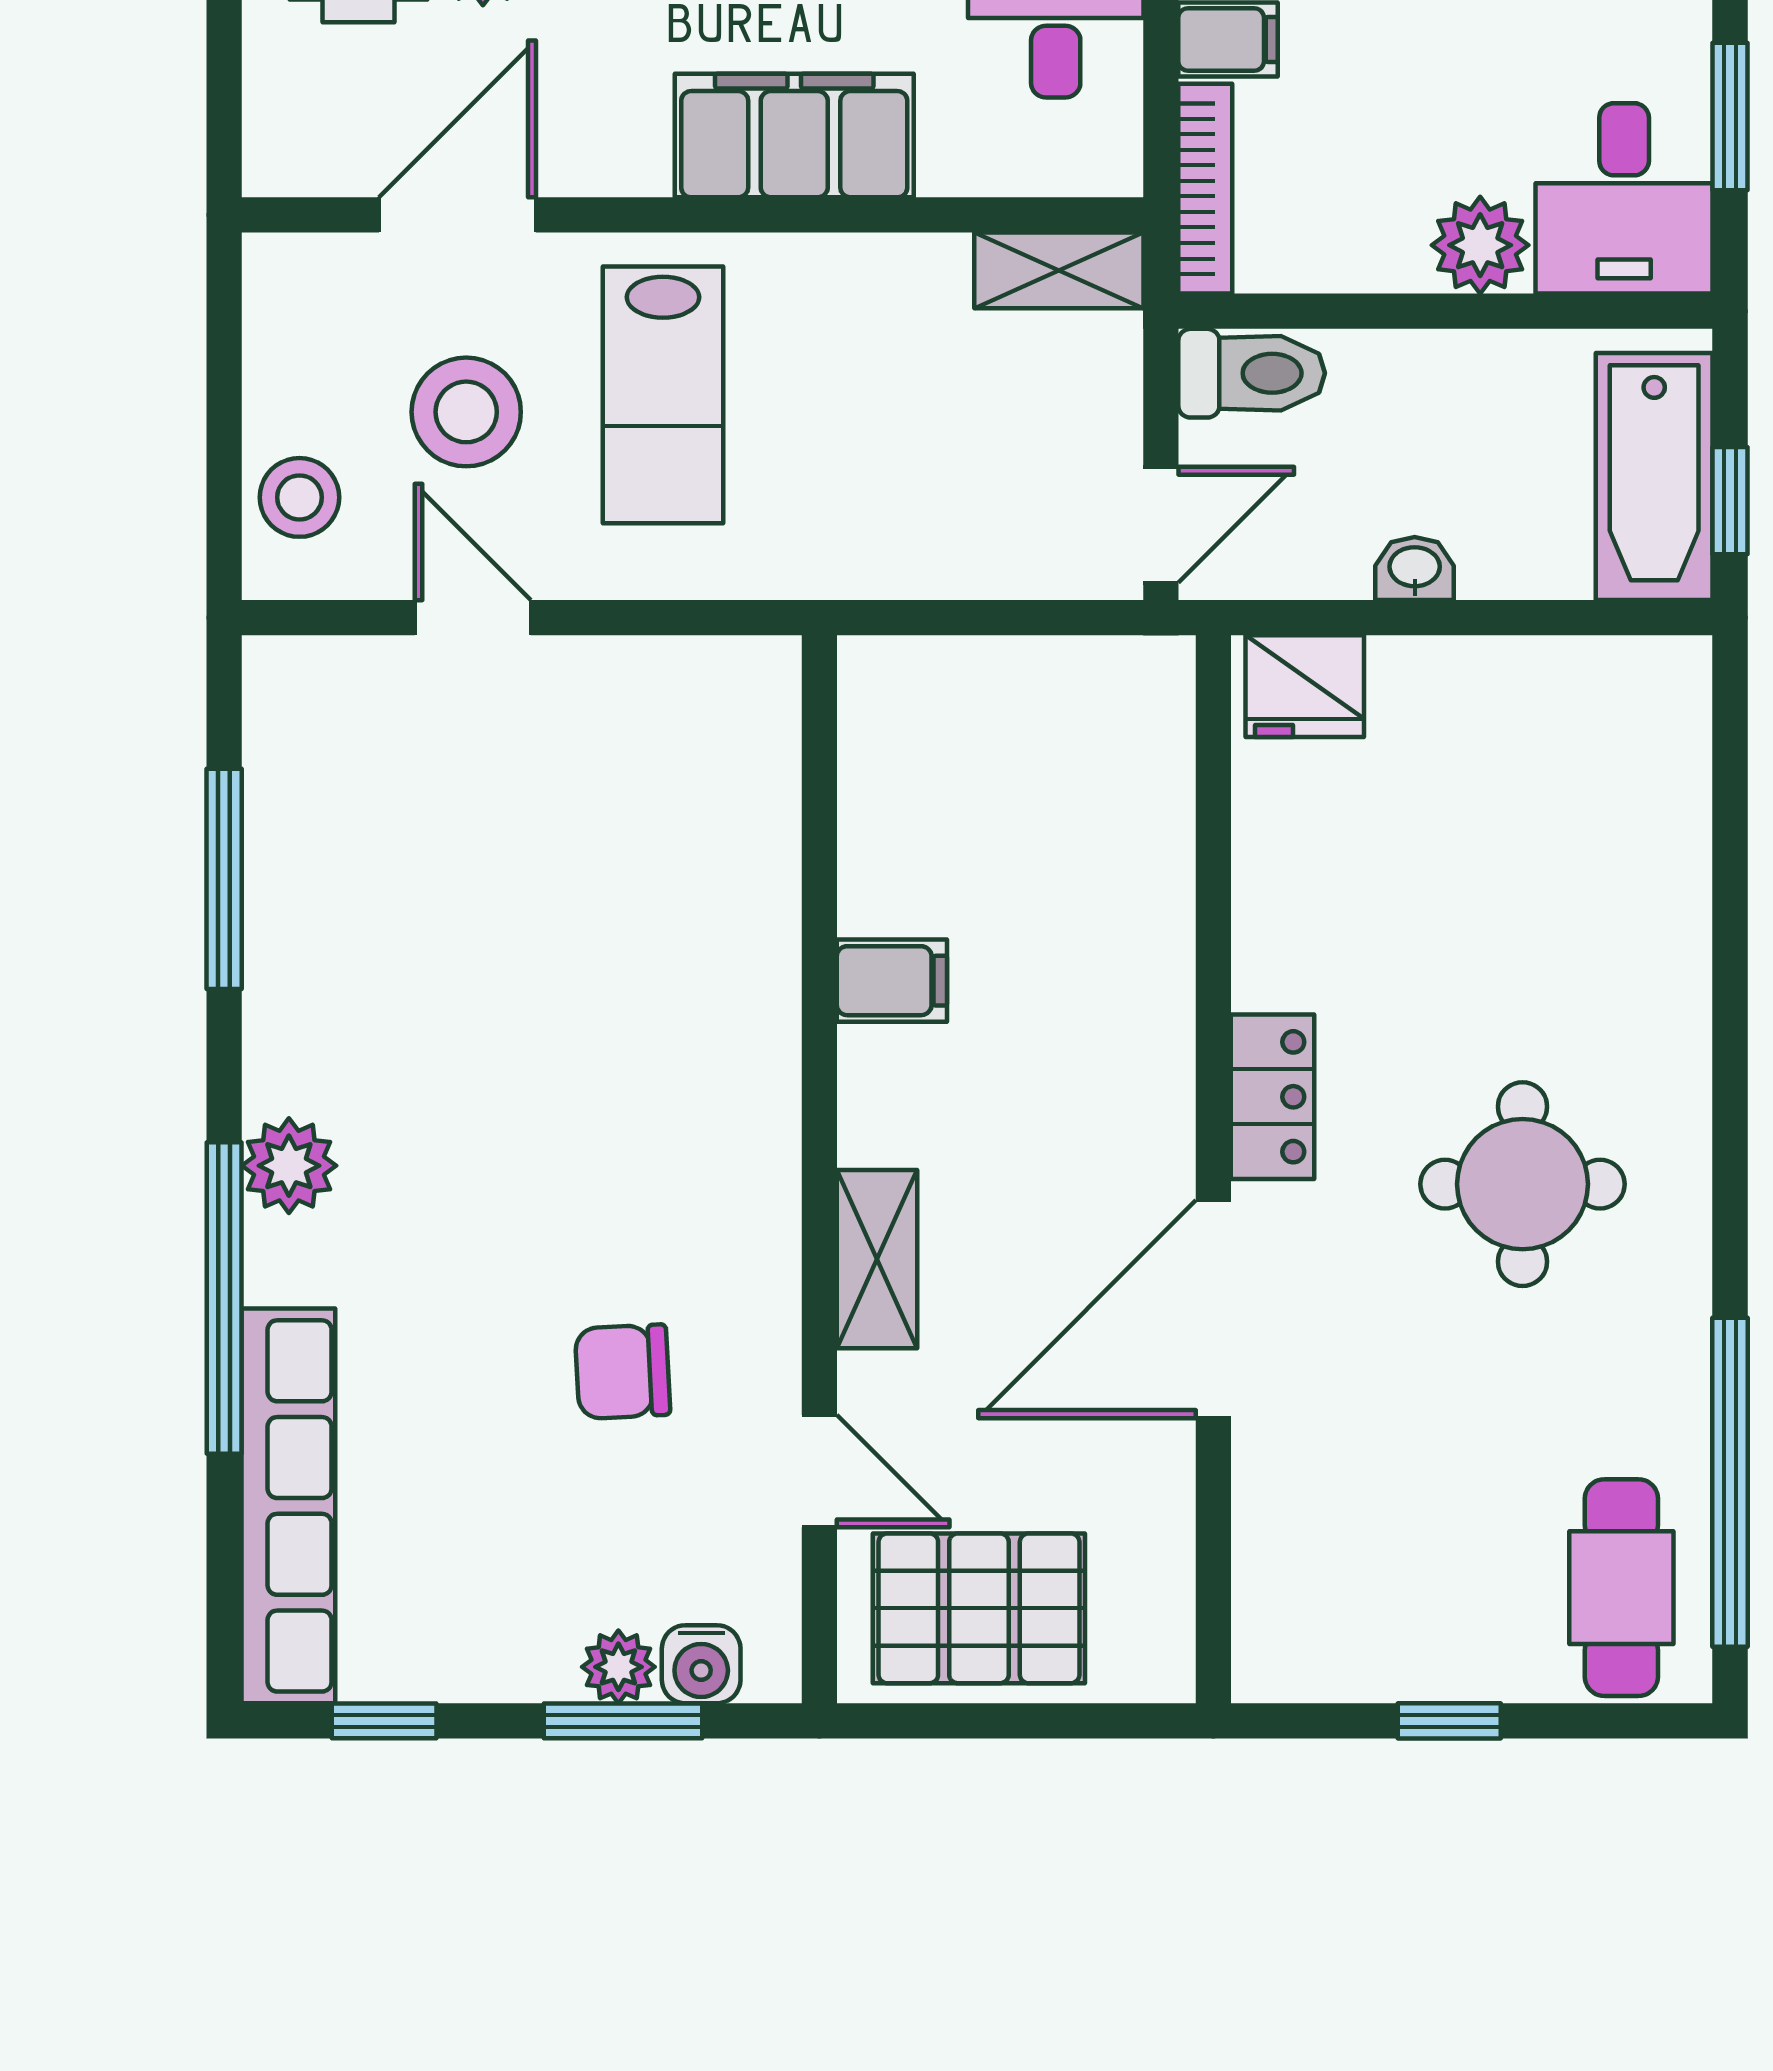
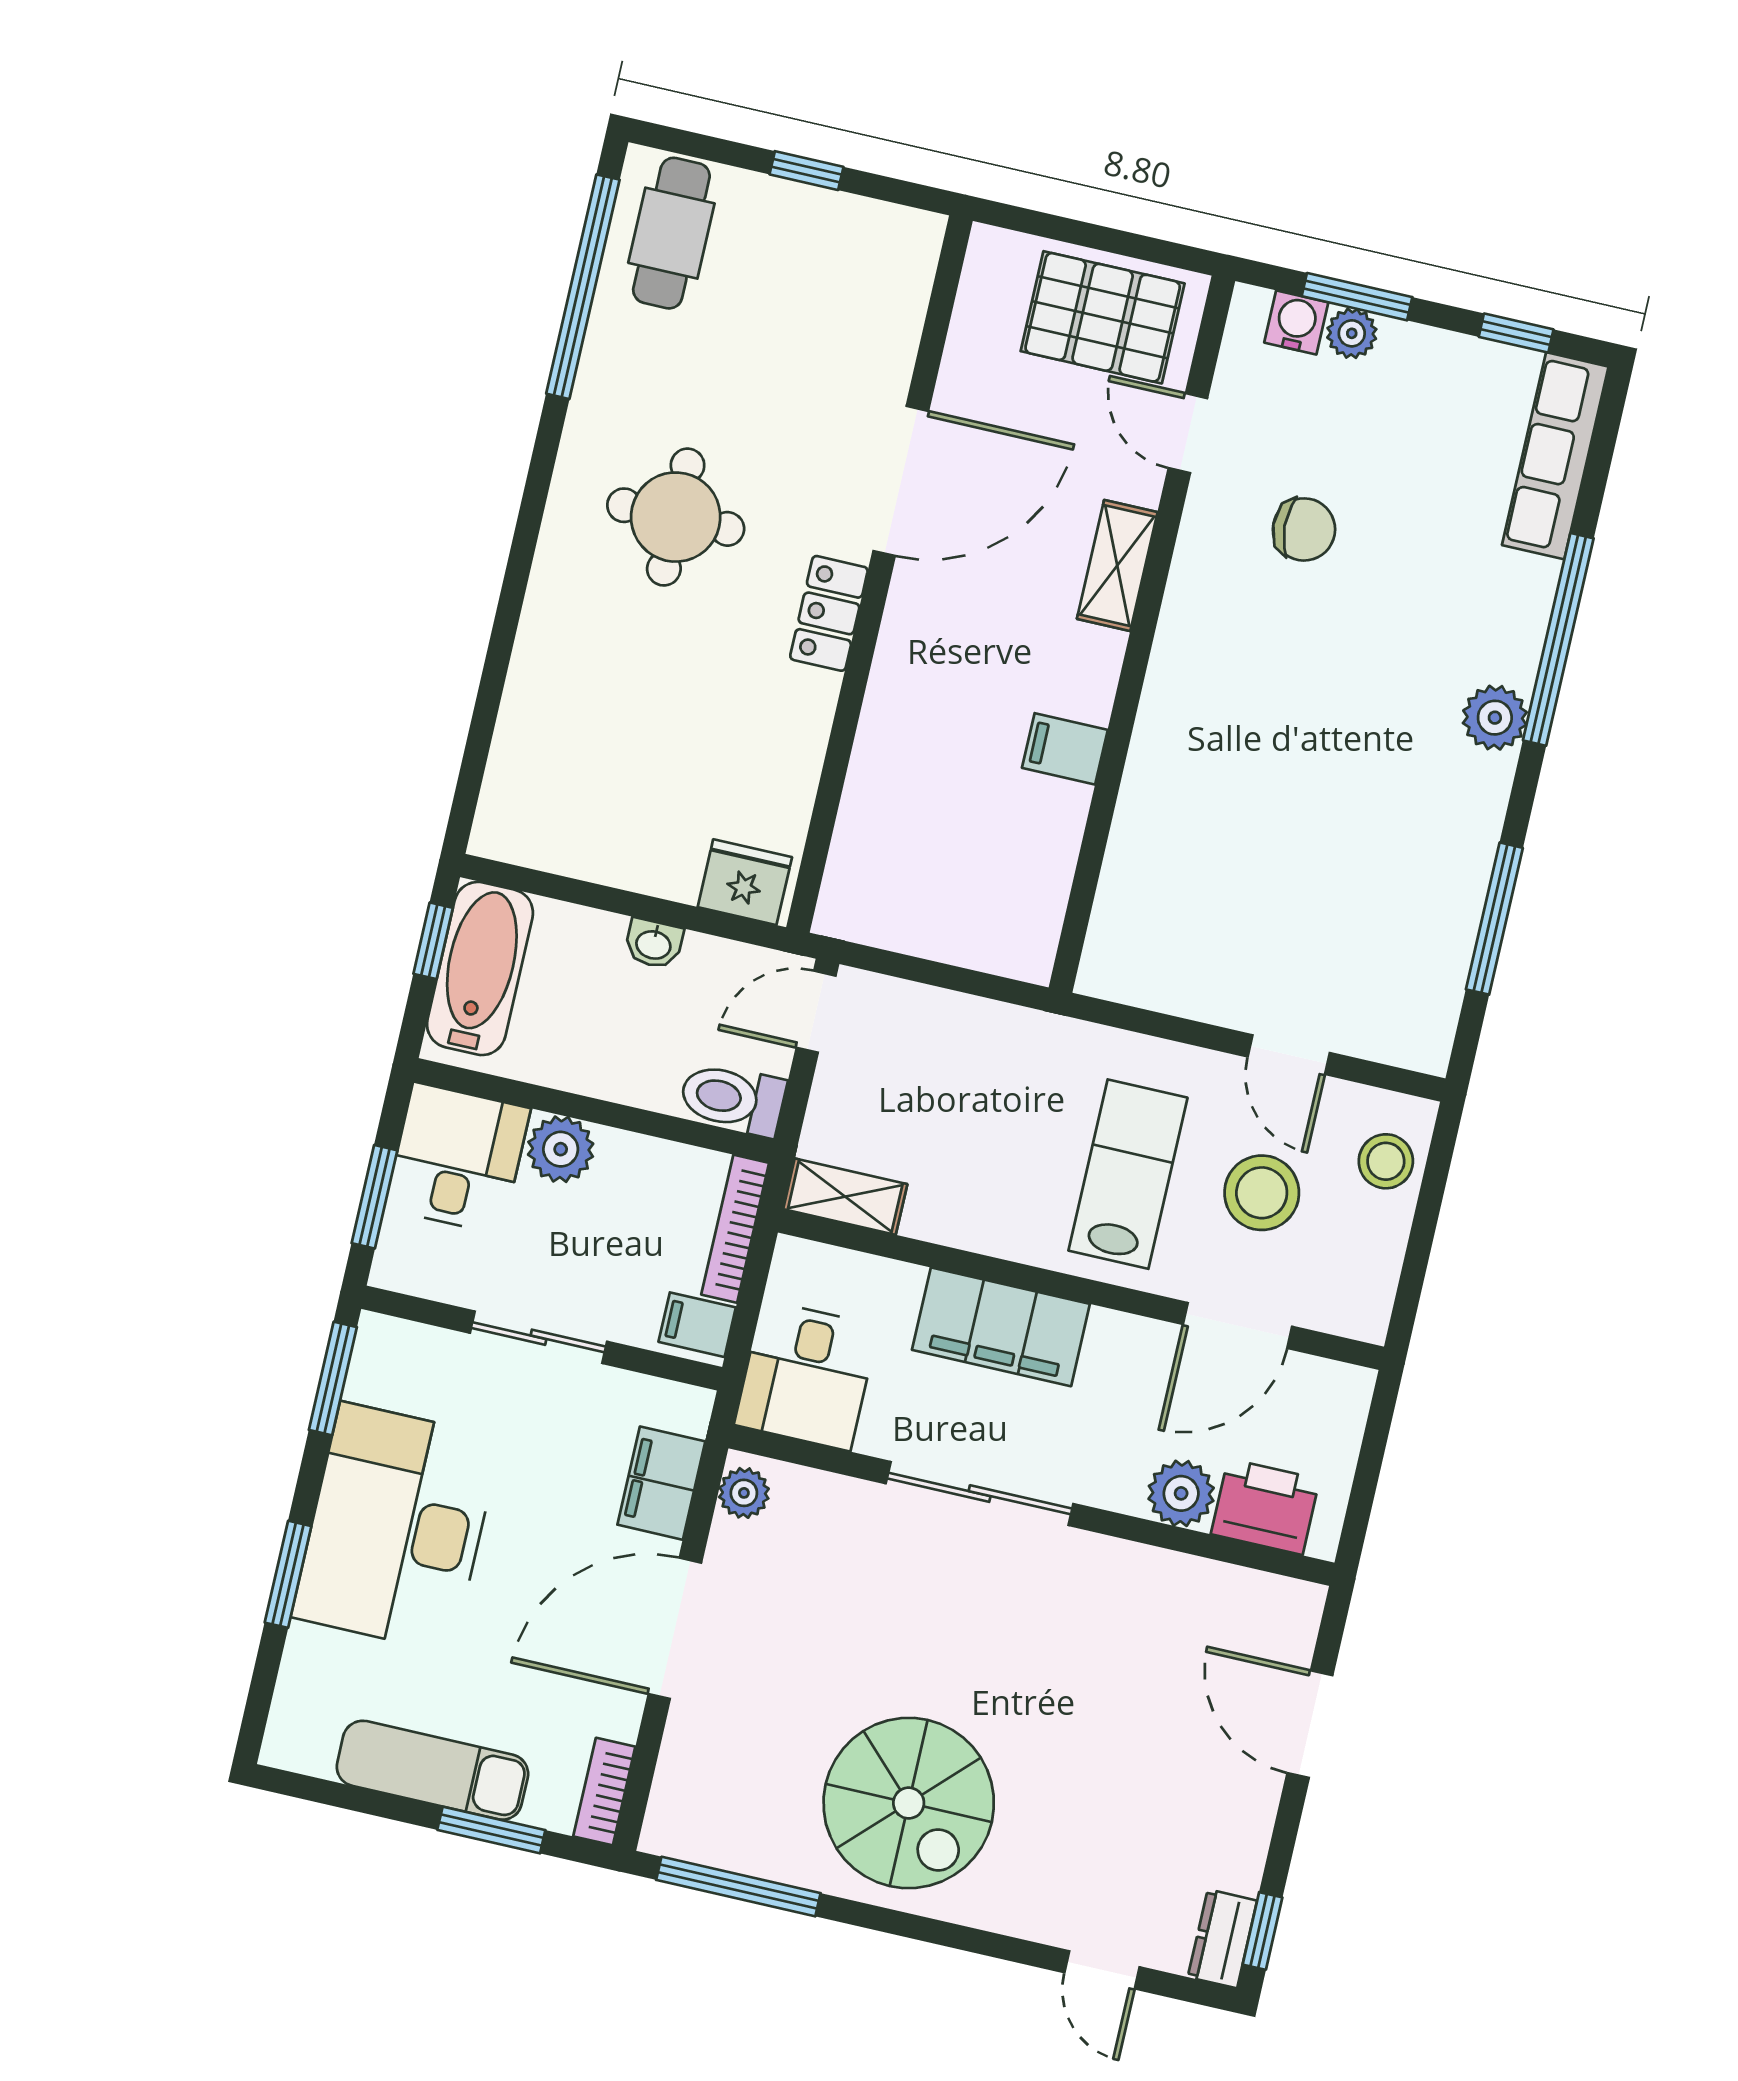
row of seats: (288, 1506) -> (1555, 456), width x0.73

